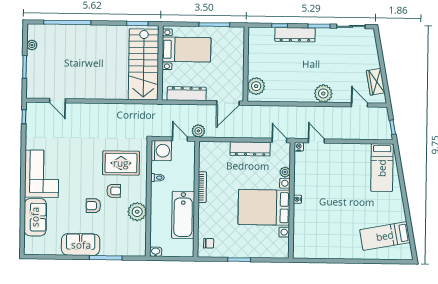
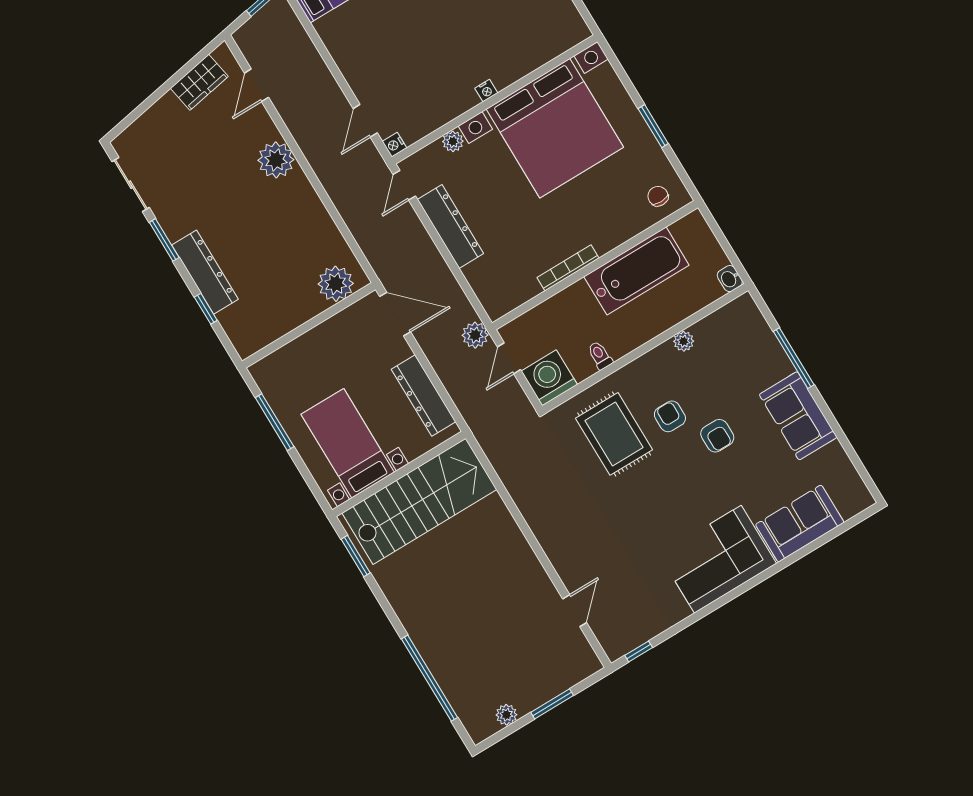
bed with nightstands: (264, 207) -> (555, 128), width x1.36
plant: (137, 212) -> (684, 341), width x0.53, depth x0.53

